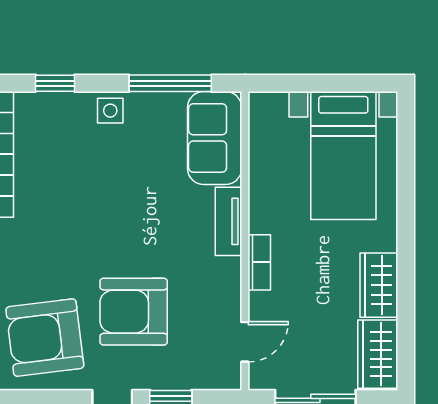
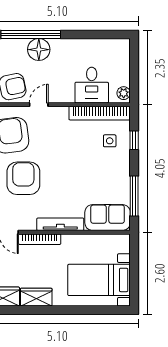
side table: (110, 111) -> (110, 141), moved
tv unit: (228, 221) -> (60, 224), width x1.41
bookcase: (259, 262) -> (40, 239), width x1.56

